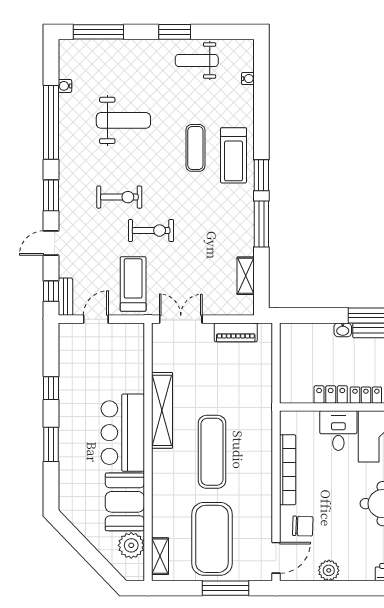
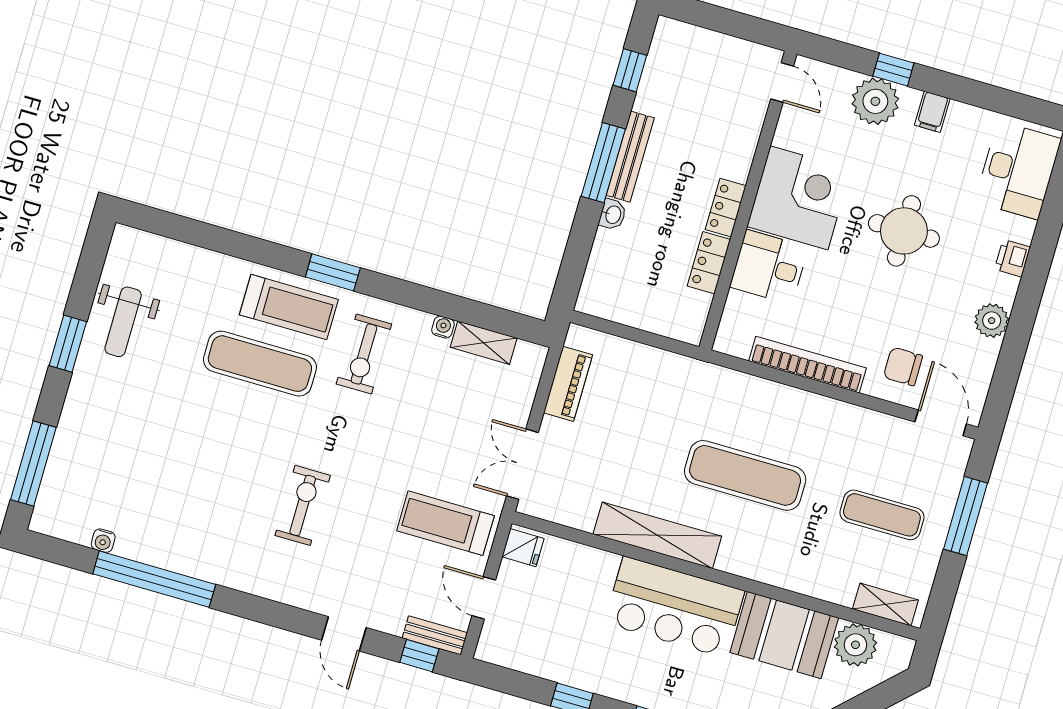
water cooler: (248, 79) -> (443, 327), moved
weight bench: (123, 120) -> (184, 464), removed
exercise mat: (195, 148) -> (260, 364), width x1.36, depth x1.45
window: (51, 195) -> (269, 612), removed
window: (261, 224) -> (409, 294), removed
exercise bike: (151, 231) -> (364, 354), moved, turned 180
fridge: (132, 334) -> (523, 548), added
chair: (303, 526) -> (903, 366), turned -92
exercise mat: (212, 539) -> (882, 515), width x0.50, depth x0.69
plant: (329, 570) -> (992, 321), moved

